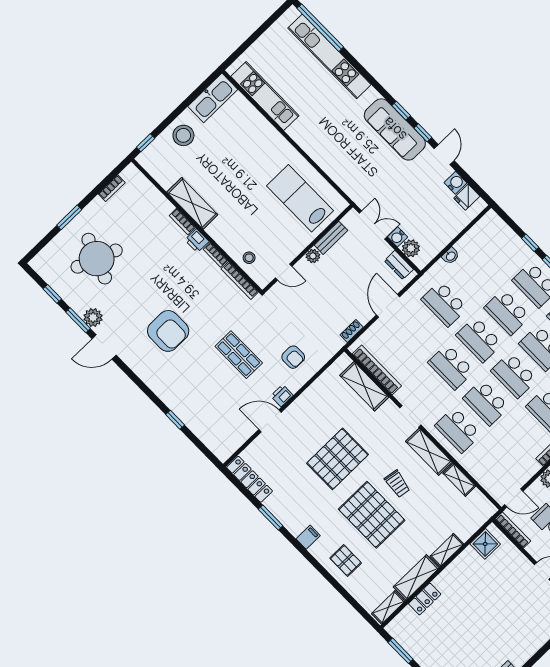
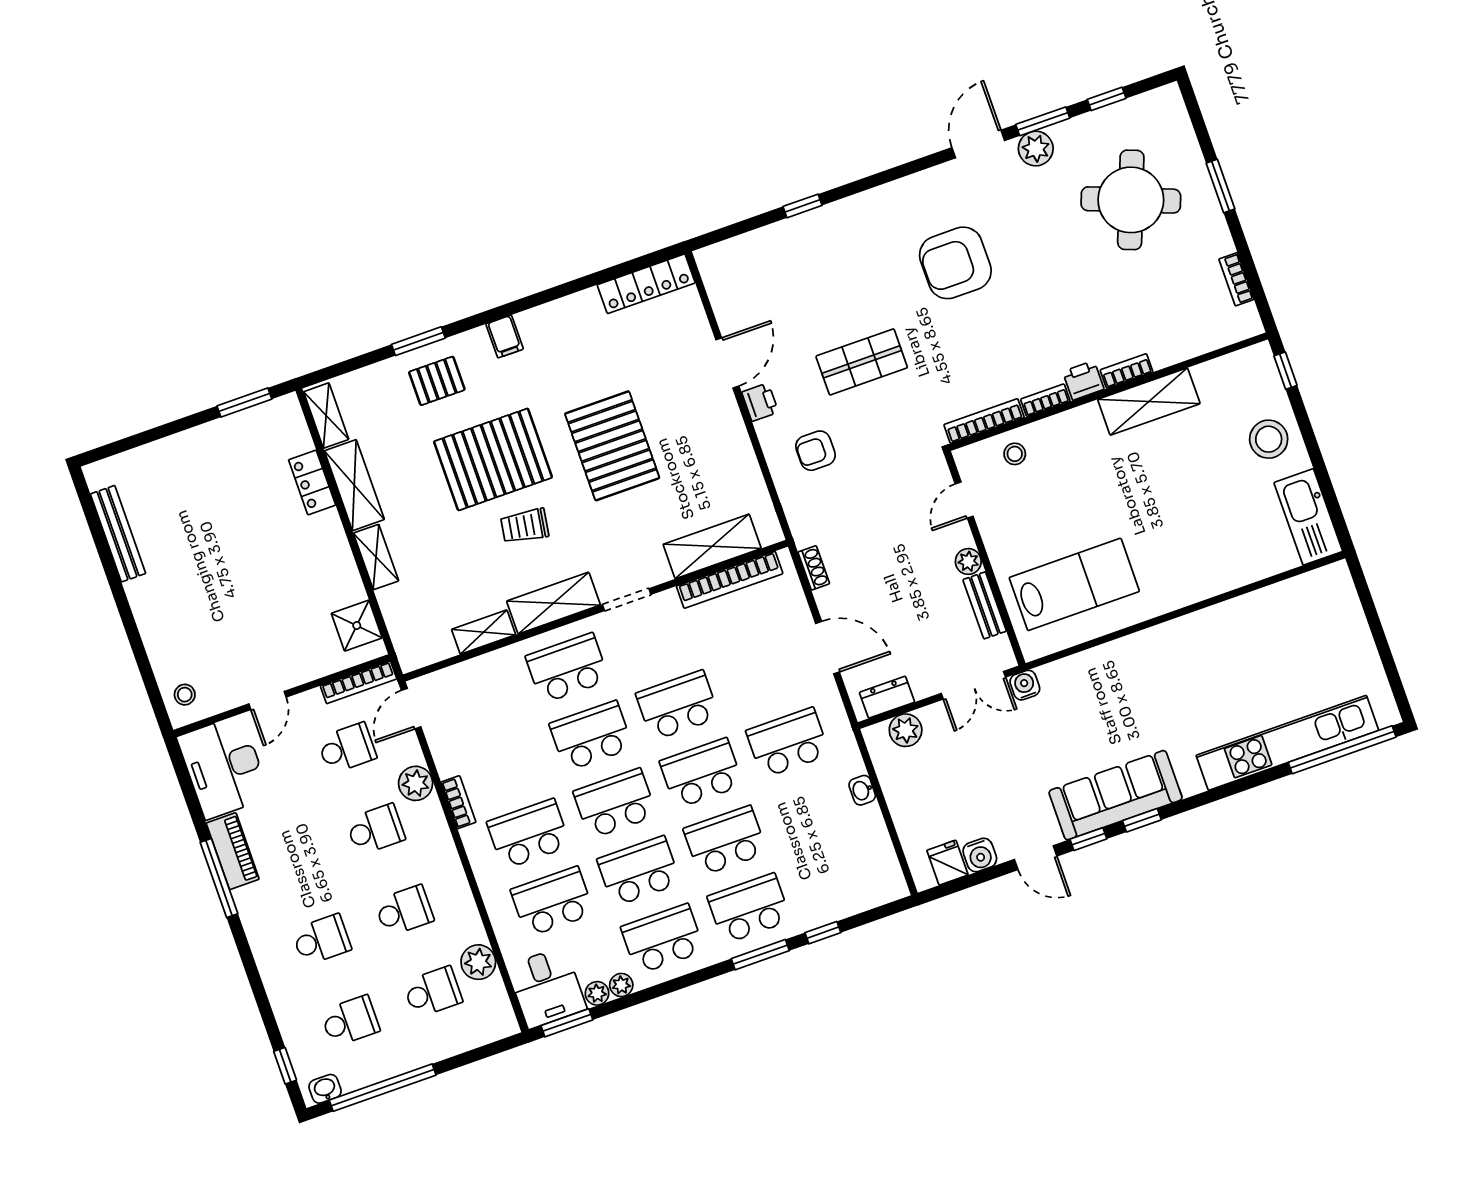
kitchen unit: (265, 96) -> (1271, 605), removed
water cooler: (398, 237) -> (1025, 685), moved
window: (271, 518) -> (418, 341), moved

